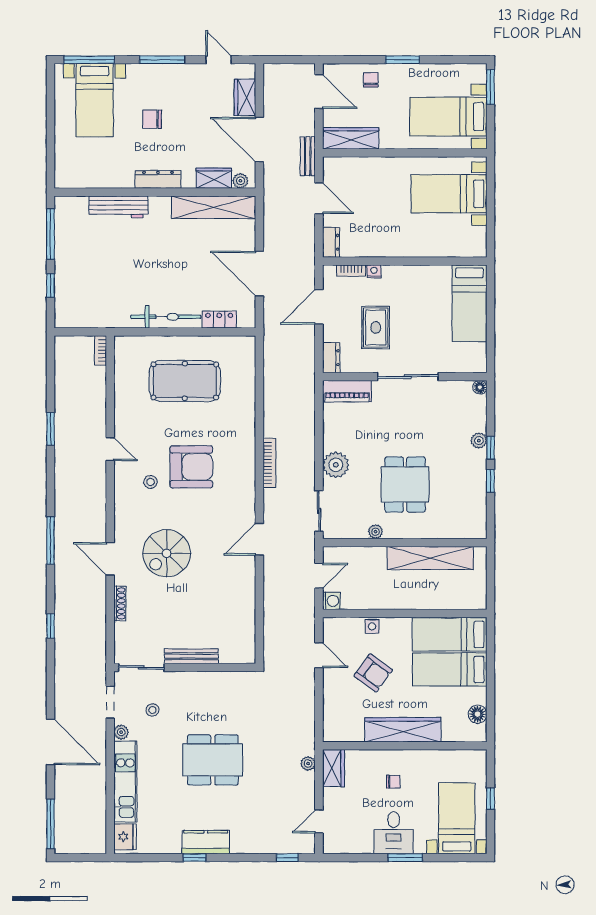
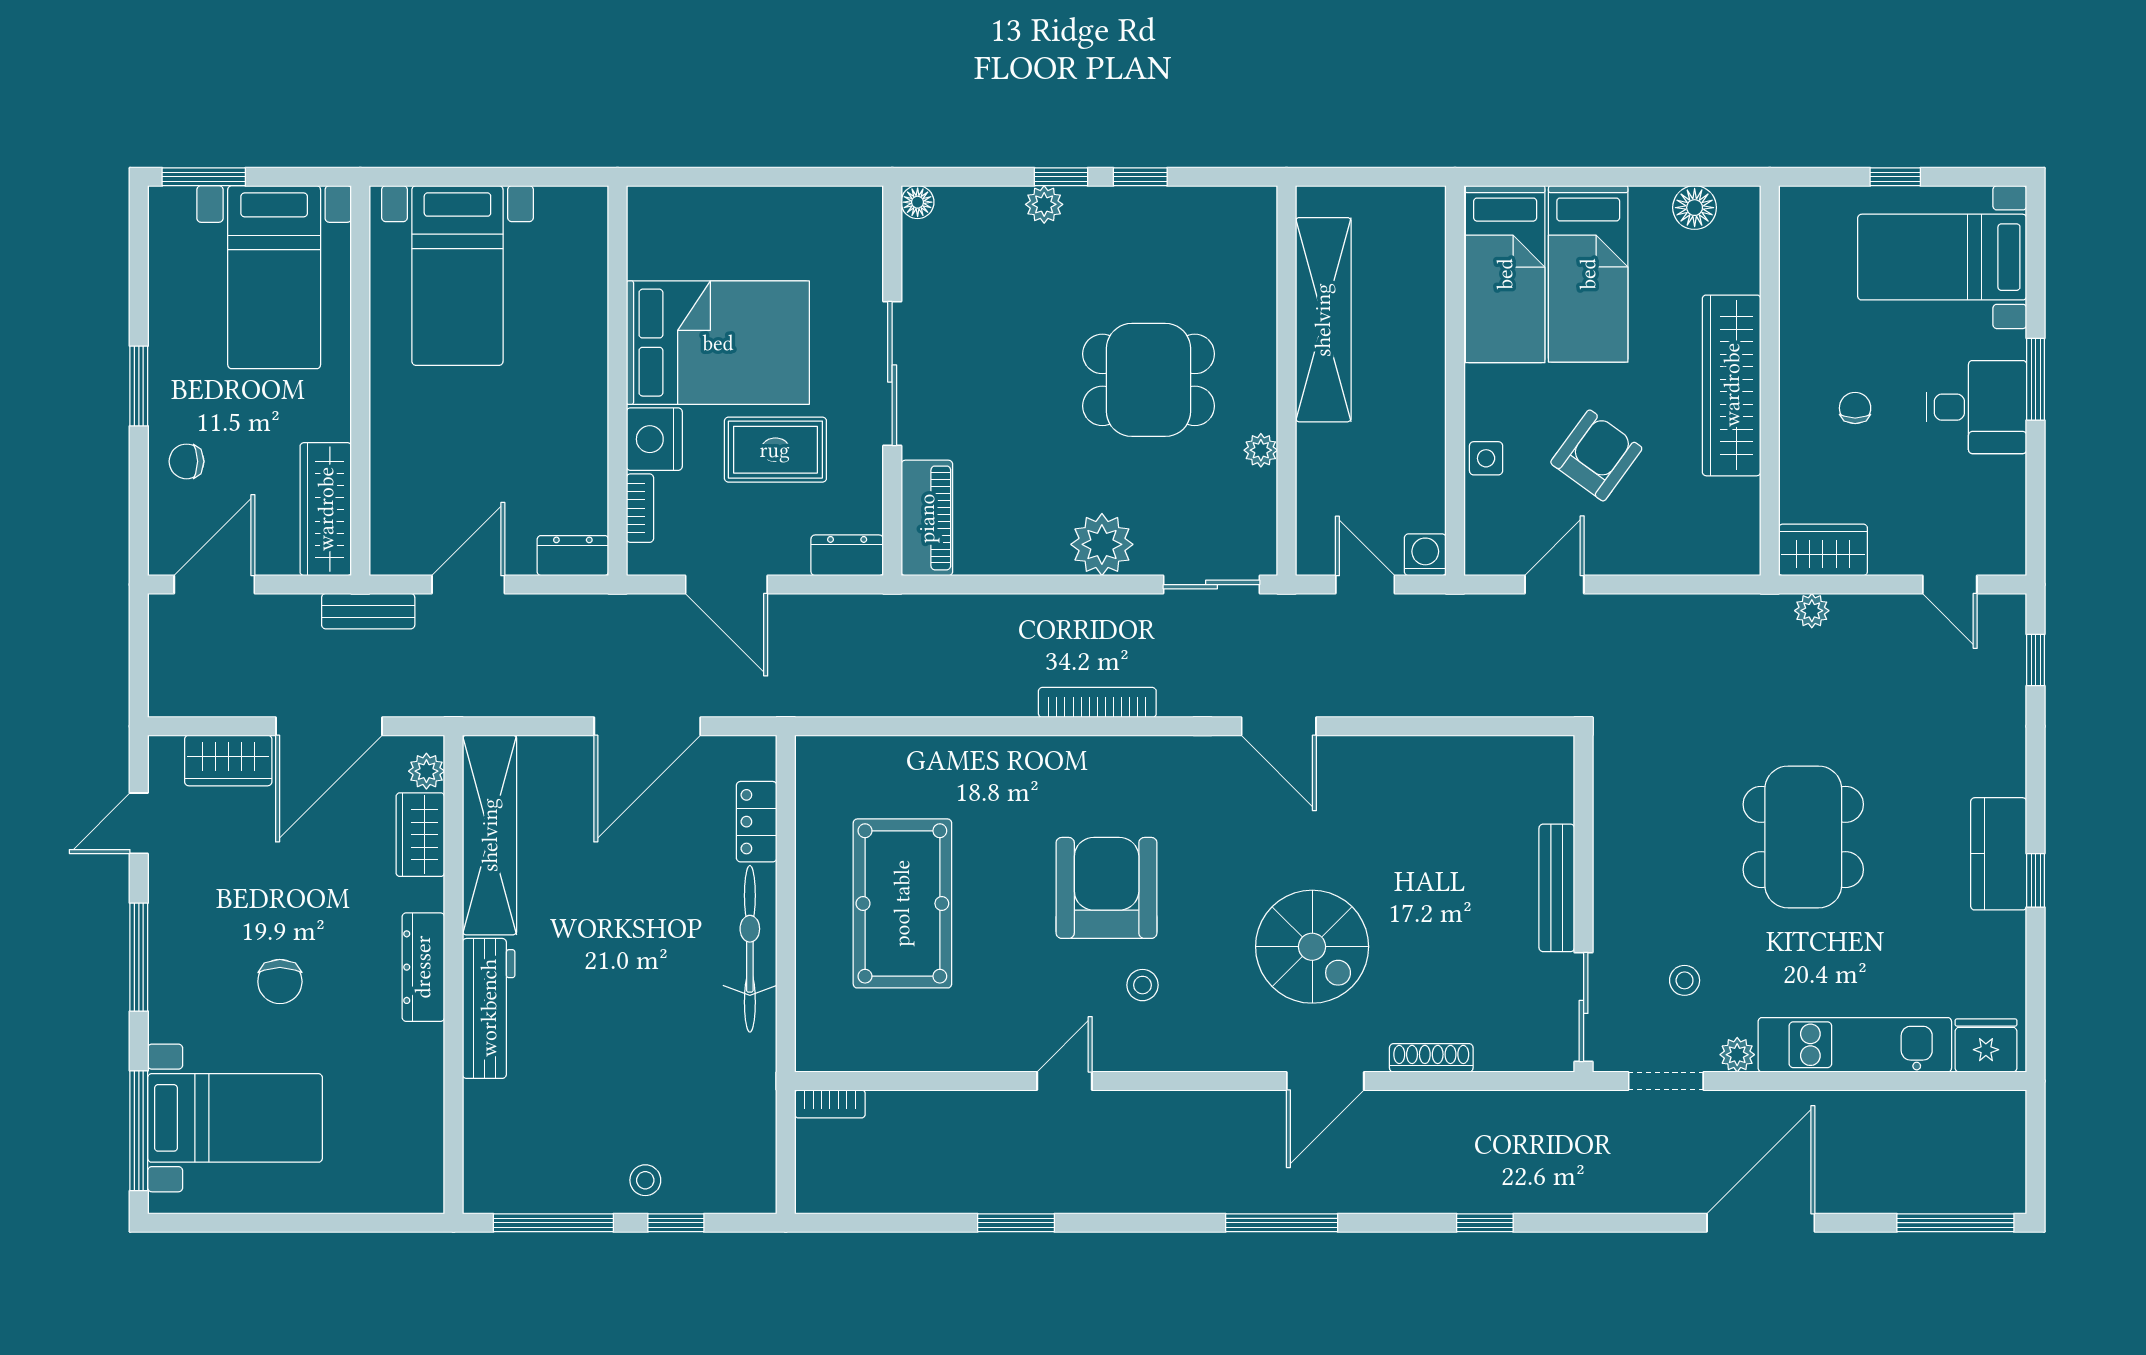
workbench: (118, 207) -> (489, 1008), moved
nightstand: (374, 271) -> (654, 439), width x1.89, depth x1.79
stool: (68, 273) -> (645, 1180), added
bed: (469, 303) -> (718, 343), moved, width x1.50

